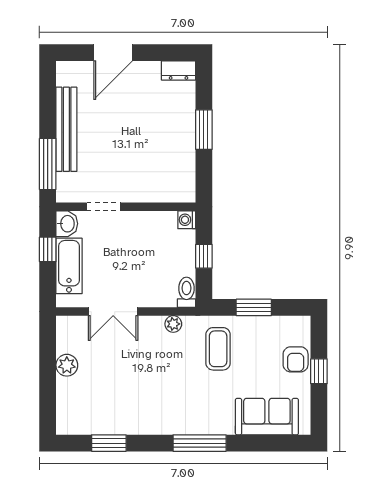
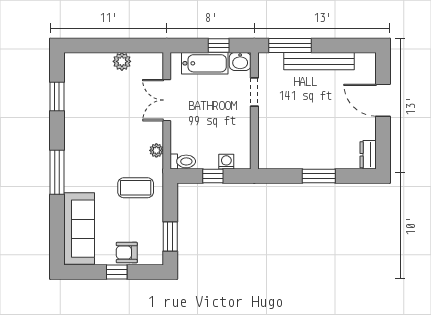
washing machine: (187, 220) -> (226, 162), moved
window: (254, 307) -> (170, 236), moved
sofa: (267, 417) -> (79, 229), width x1.36

